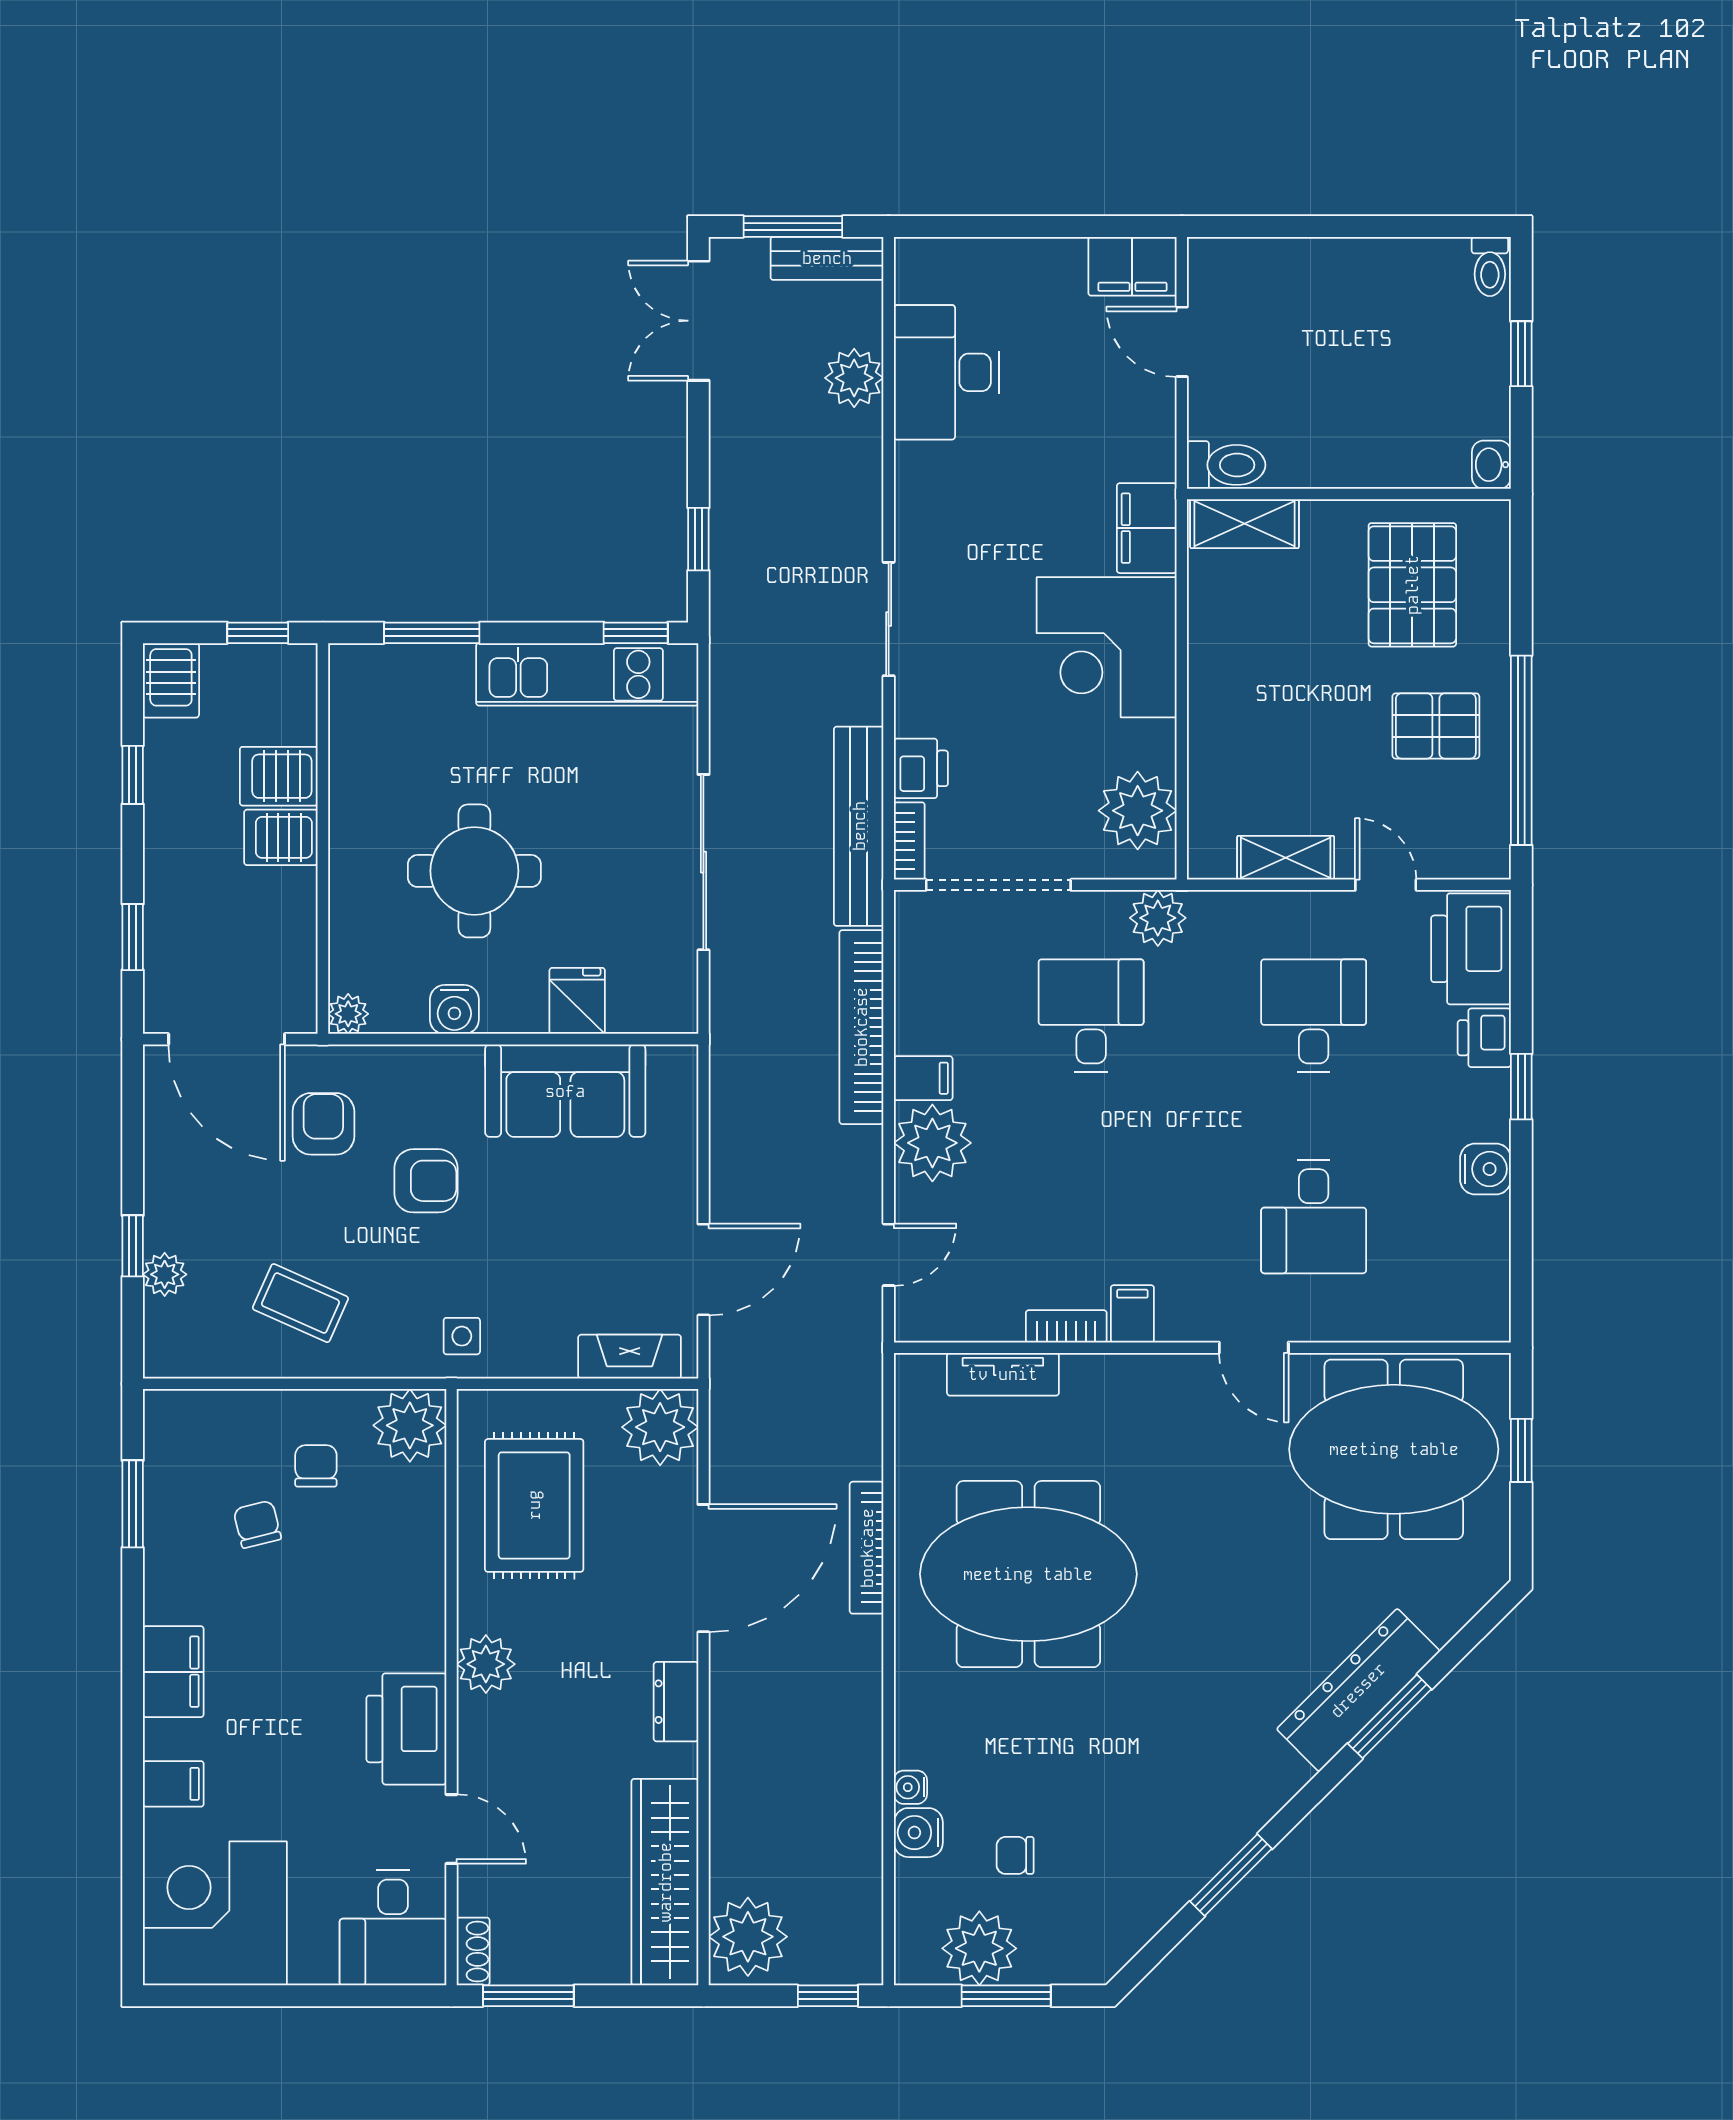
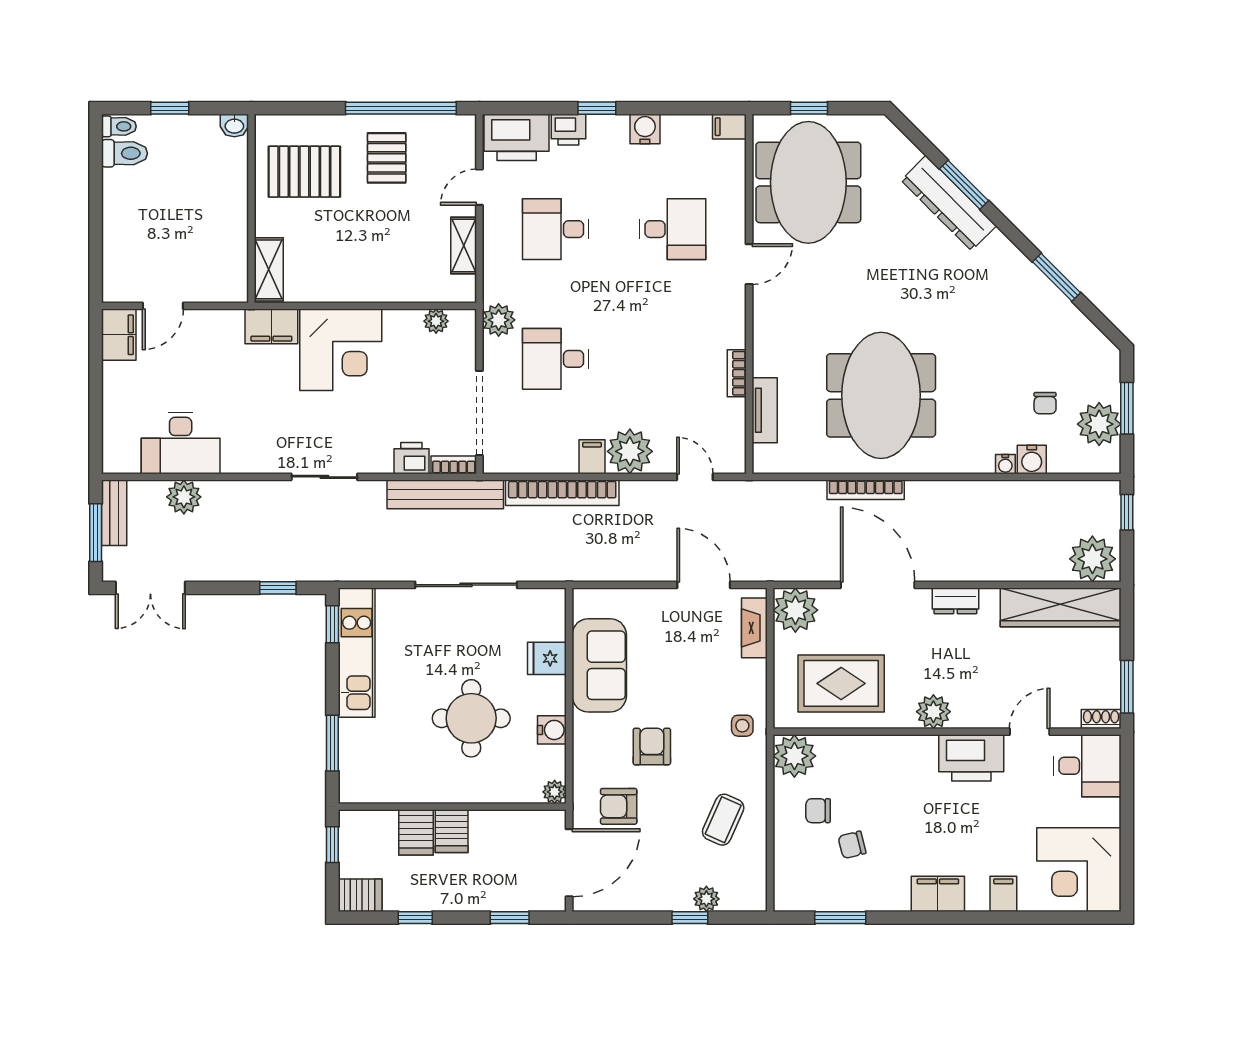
toilet: (1226, 465) -> (124, 153), moved, turned 90
plant: (1138, 811) -> (436, 321), width x0.53, depth x0.53
filing cabinet: (1132, 1314) -> (729, 127), moved

